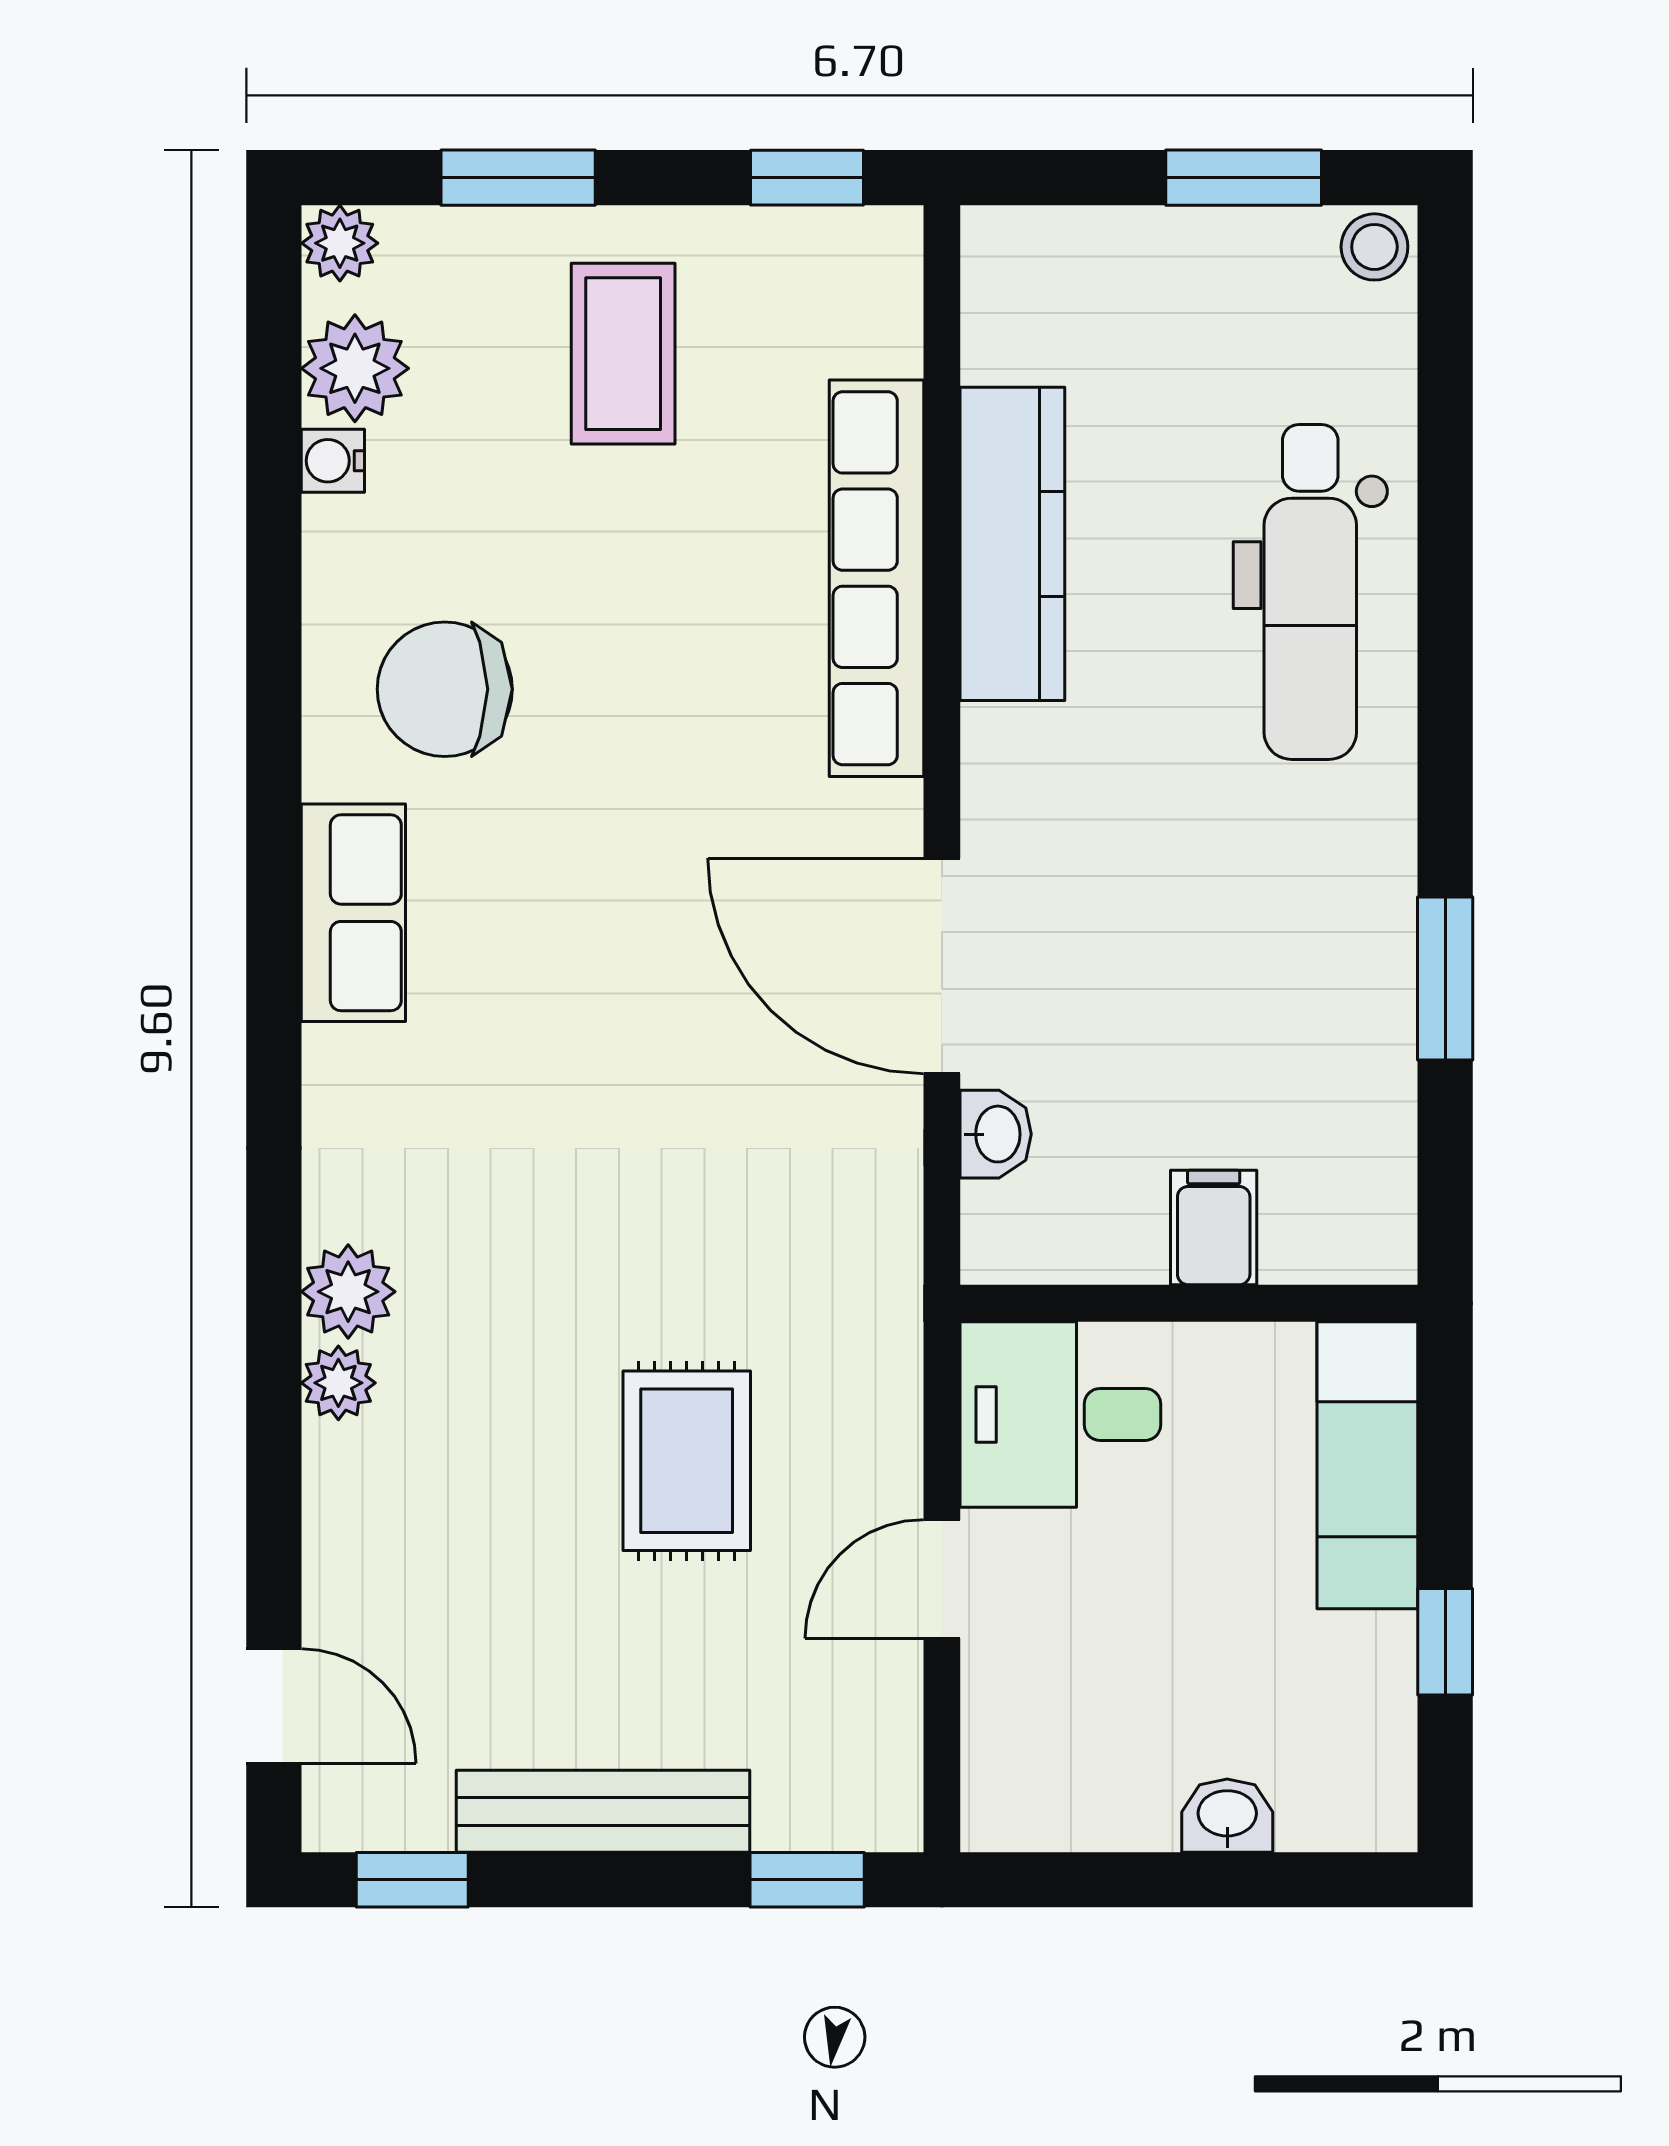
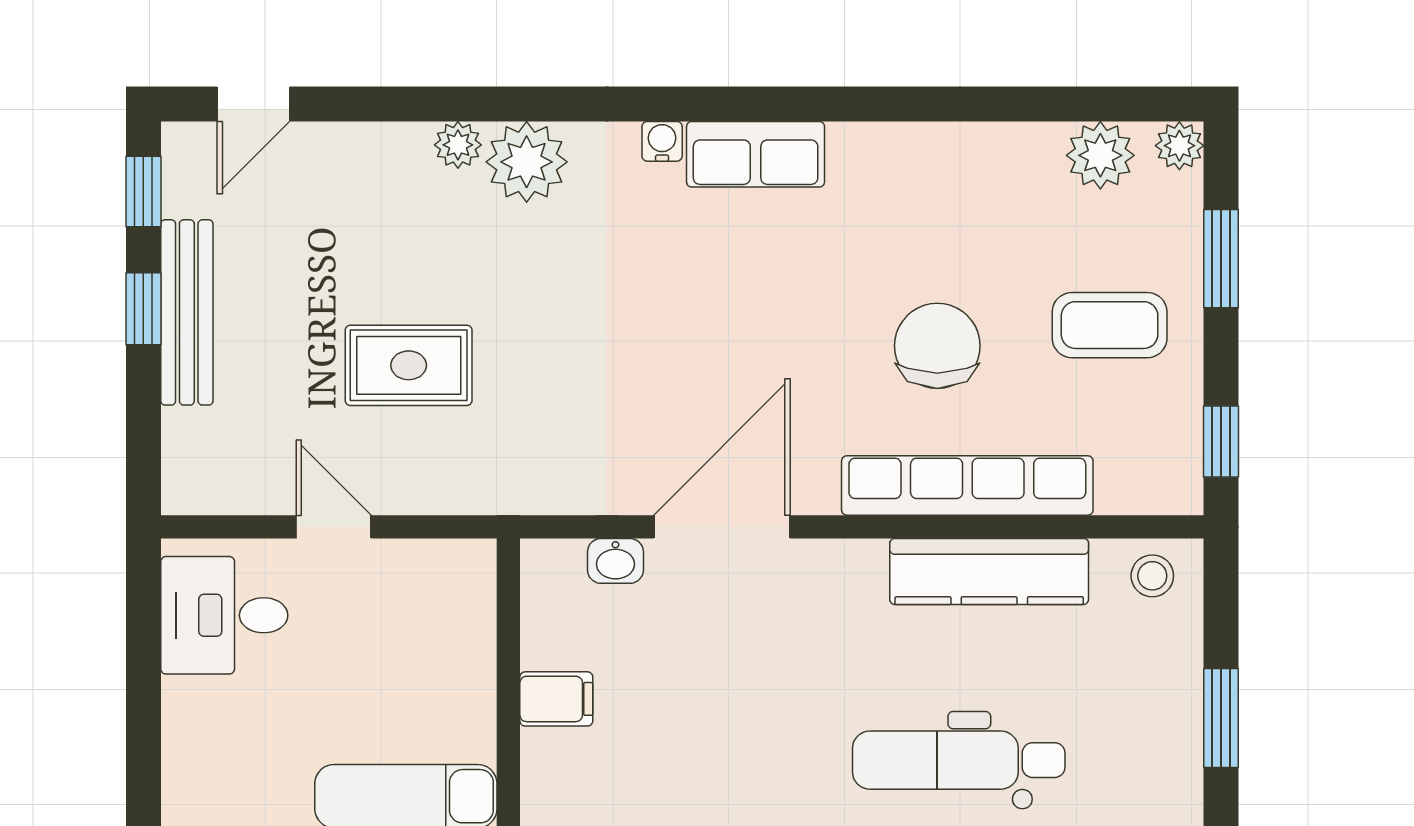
stool: (1374, 247) -> (1152, 576), moved
water cooler: (333, 461) -> (662, 141), moved
chair: (445, 689) -> (937, 346), moved
plant: (348, 1292) -> (527, 162), width x1.36, depth x1.36
desk: (1060, 1414) -> (224, 615), moved, turned -90
washbasin: (1227, 1816) -> (184, 708), removed
window: (807, 1880) -> (143, 309), moved

